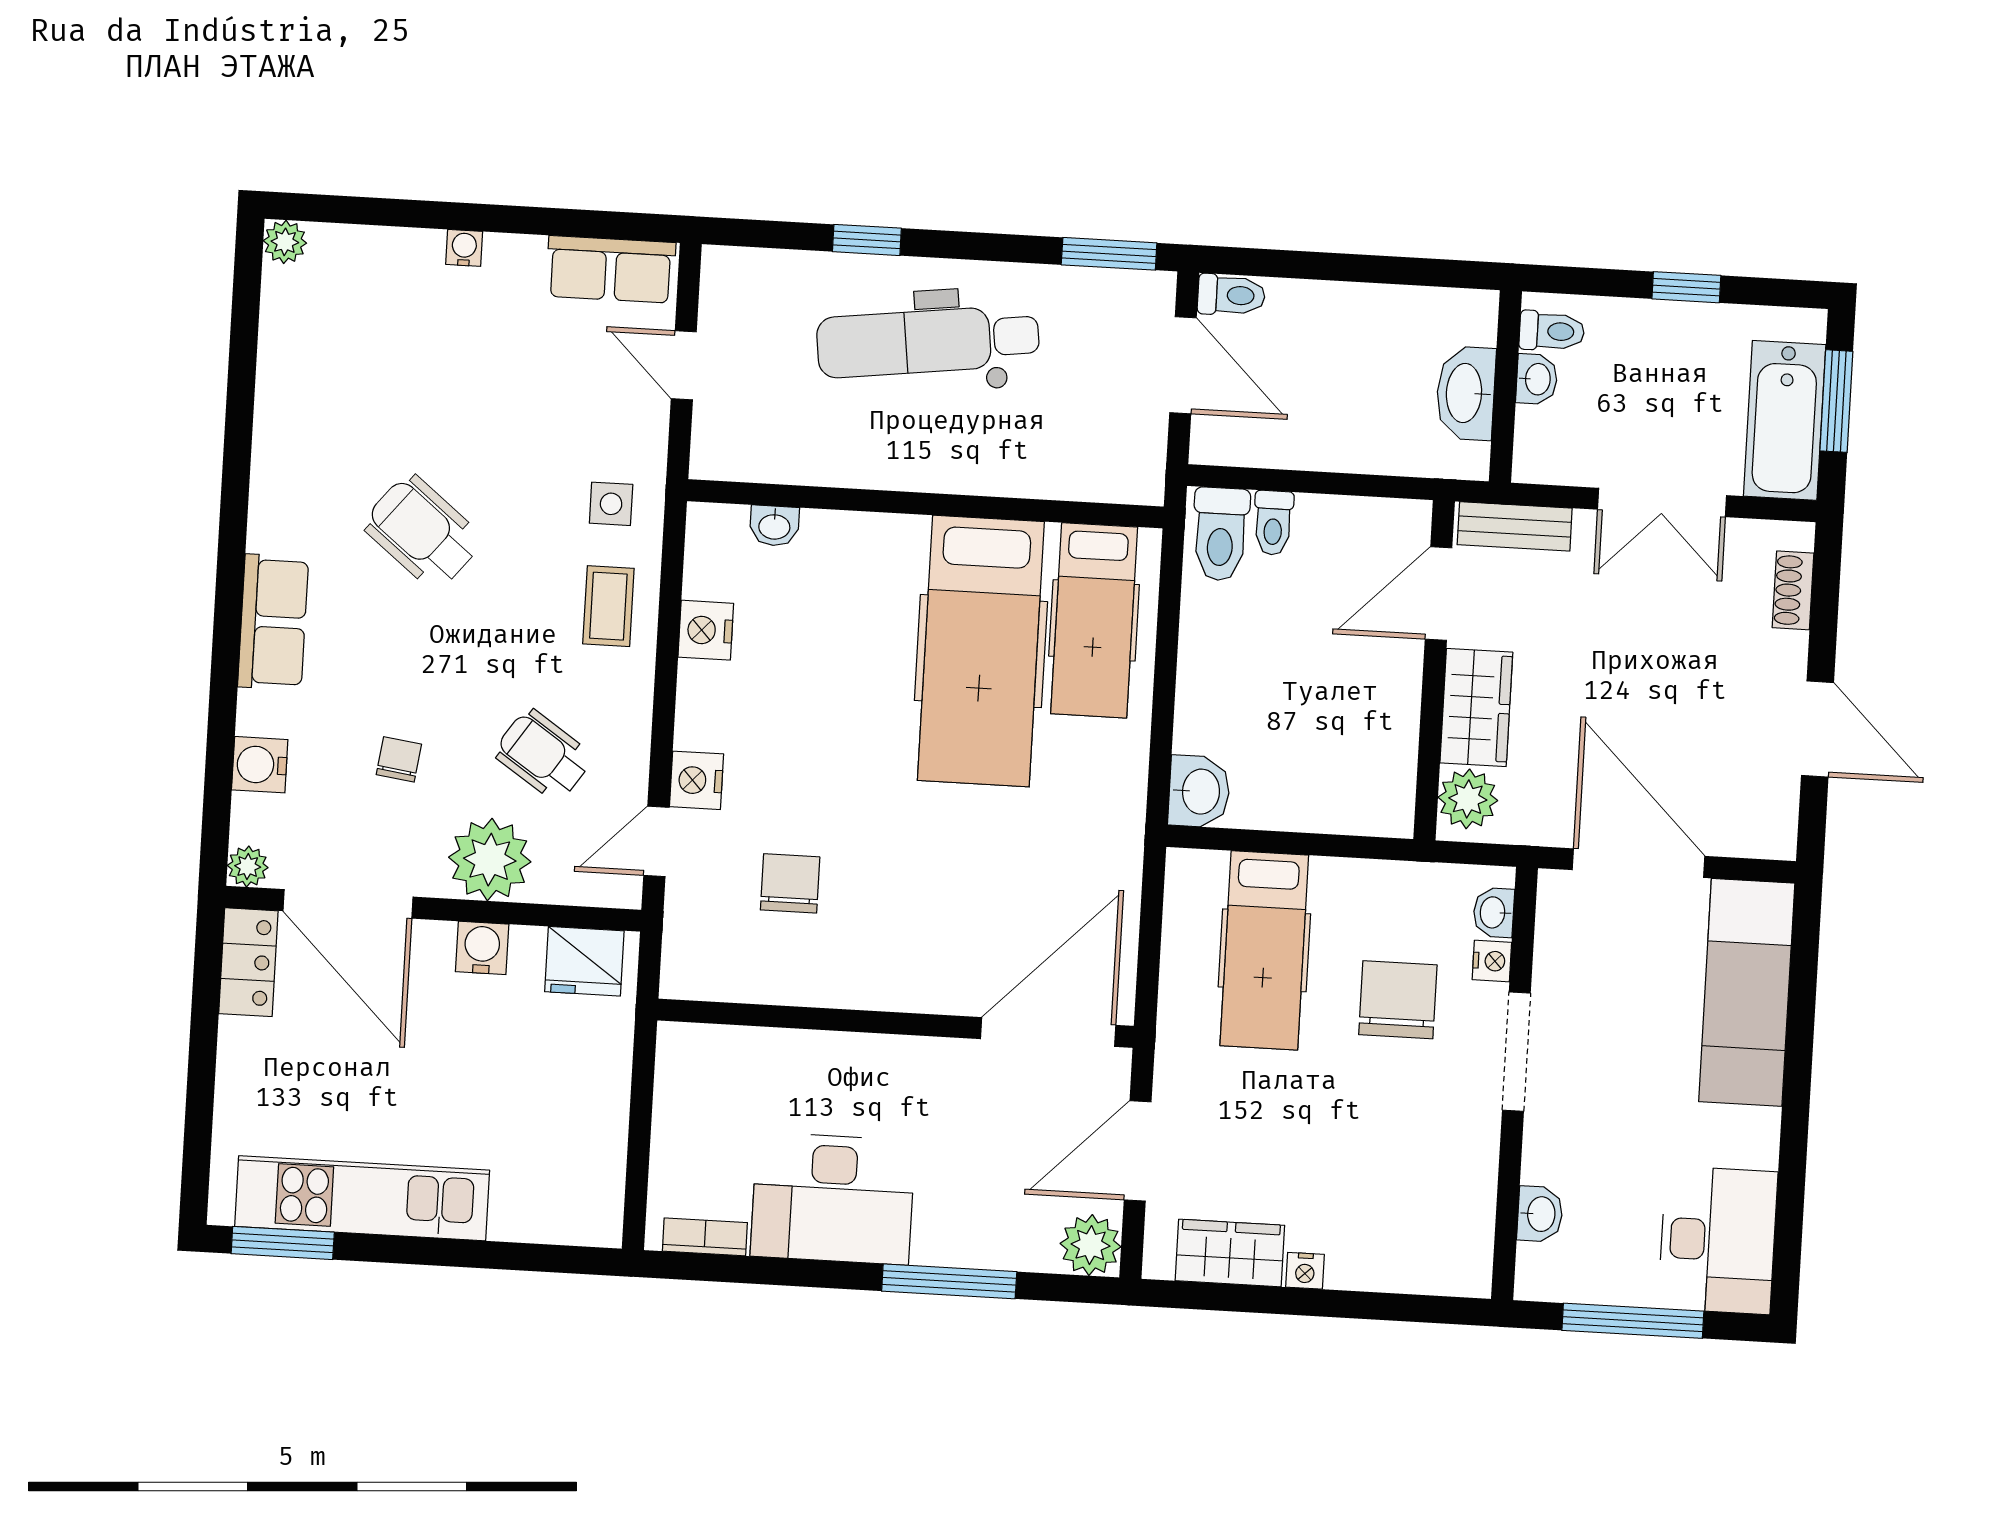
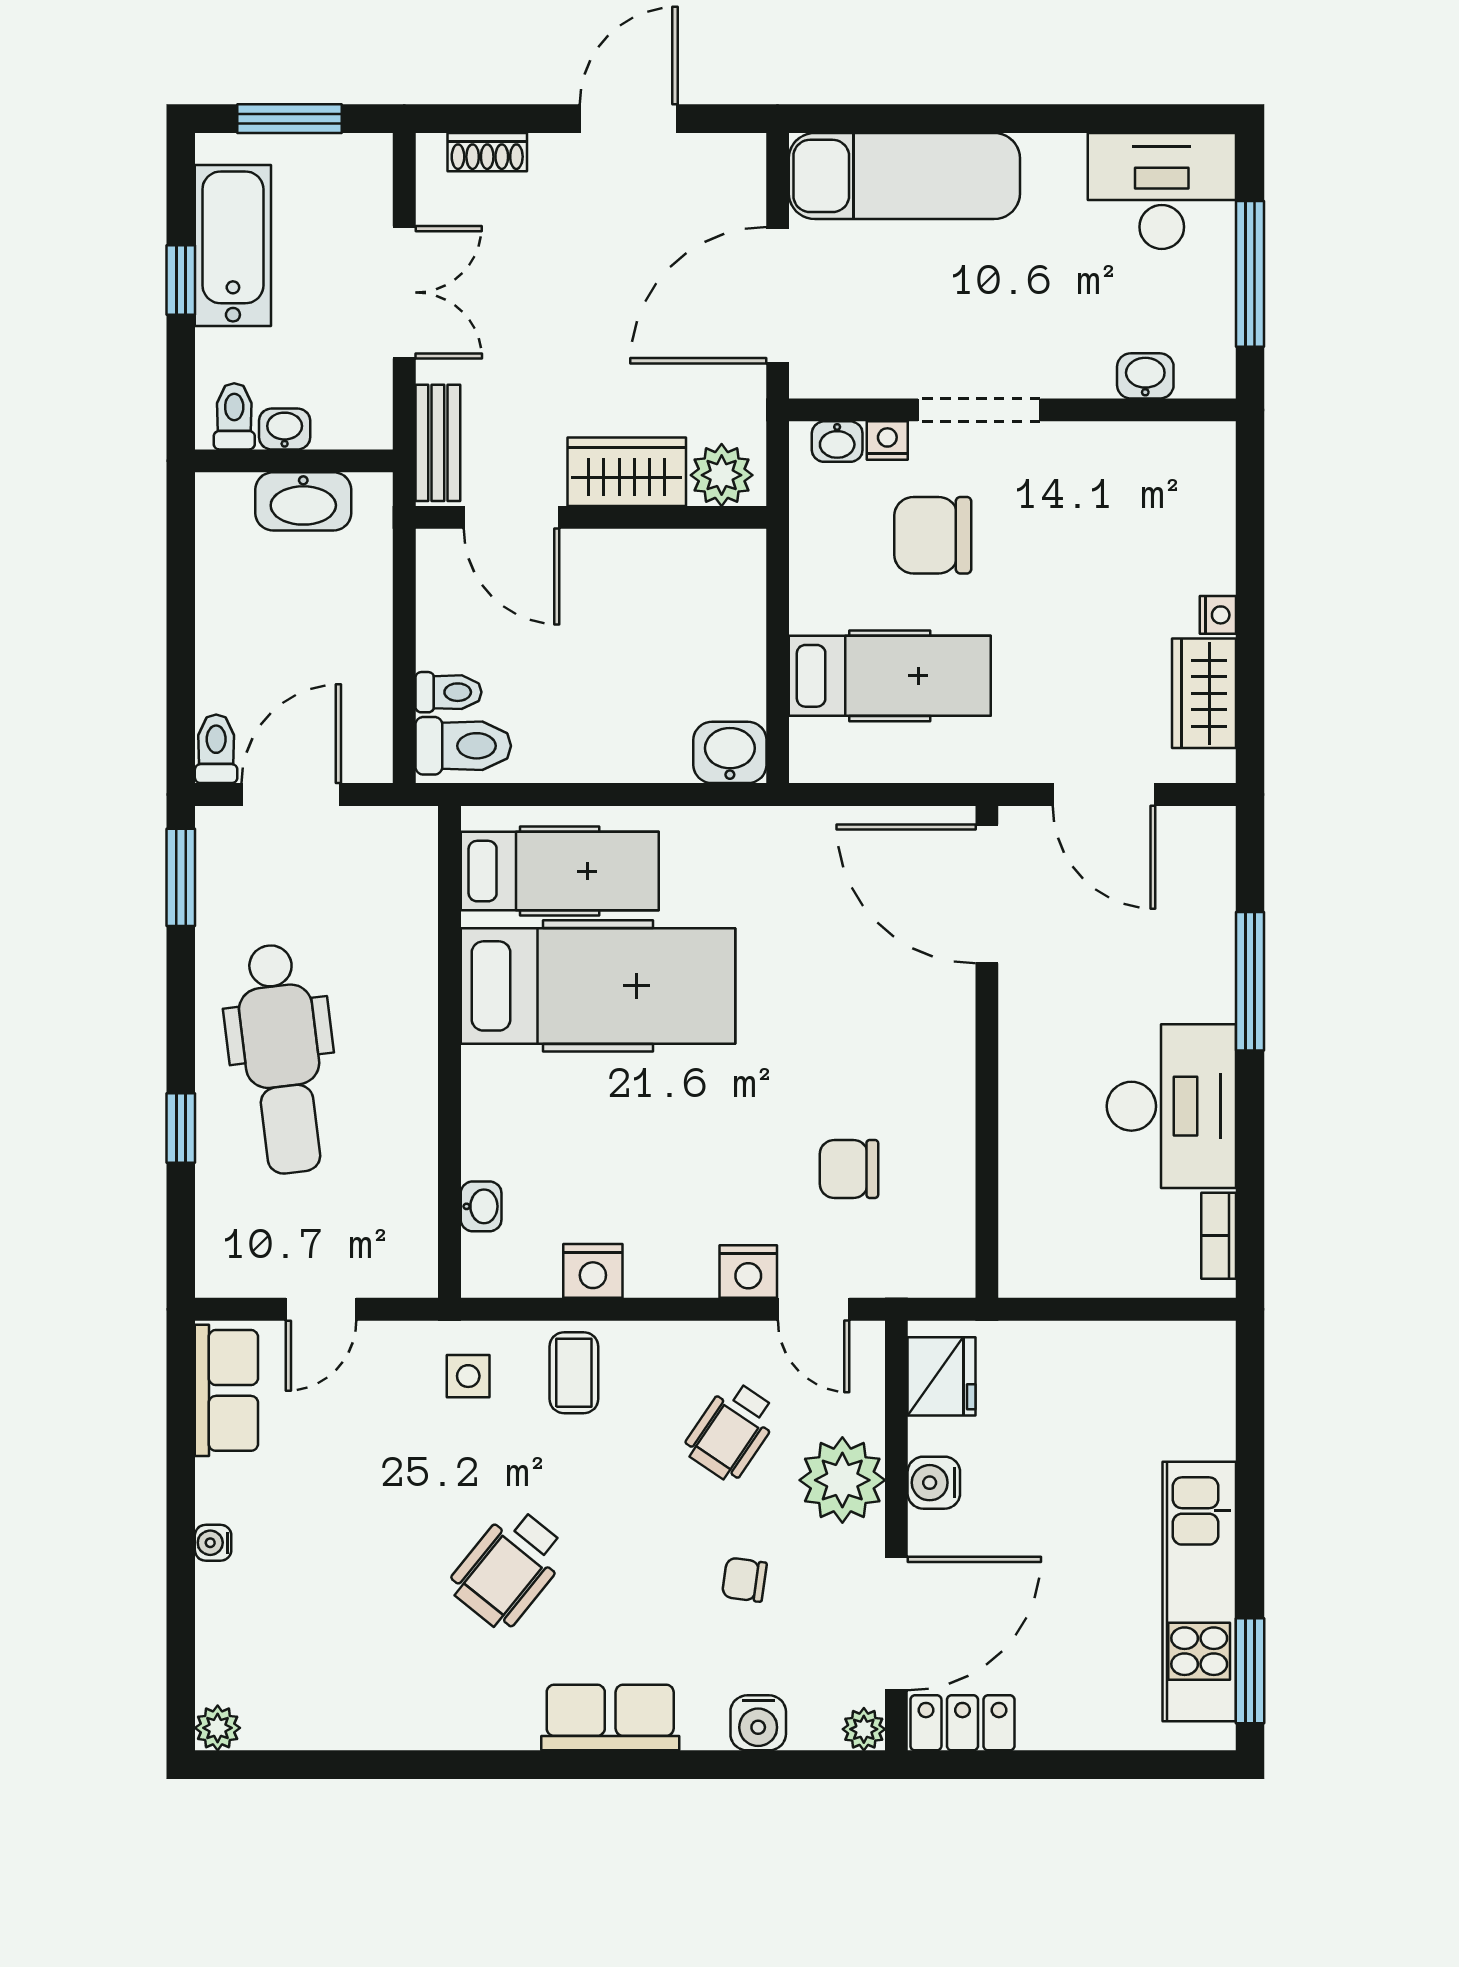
bathtub: (1785, 420) -> (233, 245), moved, turned -90
coffee table: (608, 606) -> (574, 1373), turned 90
plant: (1091, 1245) -> (1204, 838), removed

